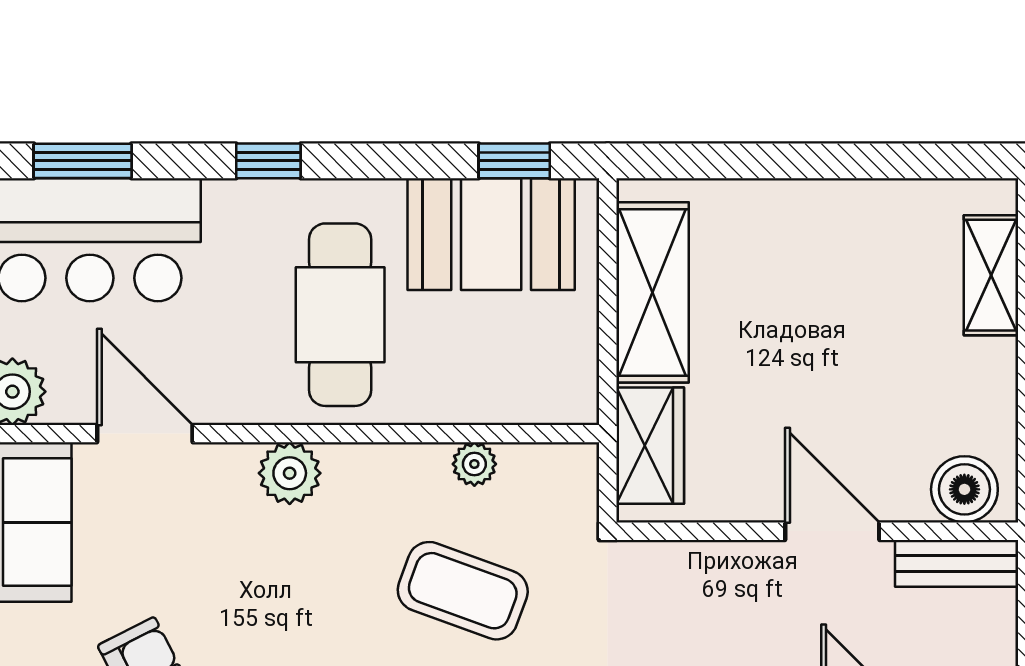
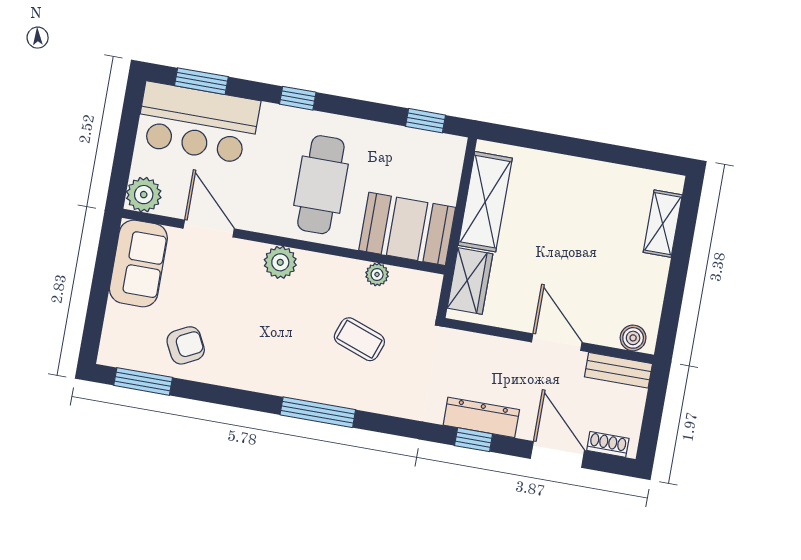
booth: (491, 234) -> (407, 229), moved
boiler: (964, 489) -> (633, 338), width x0.73, depth x0.73
coffee table: (463, 591) -> (359, 339), width x0.73, depth x0.77

